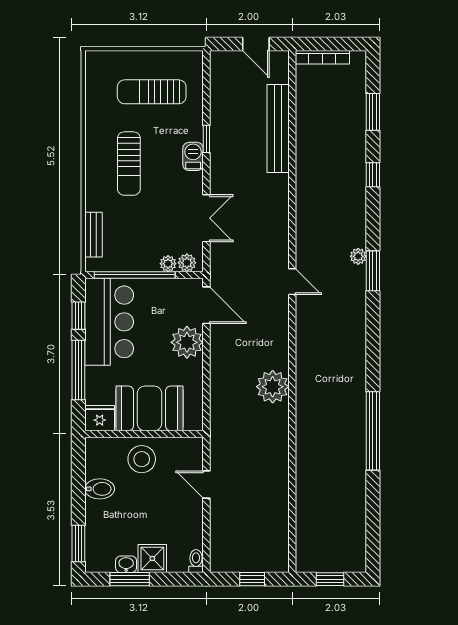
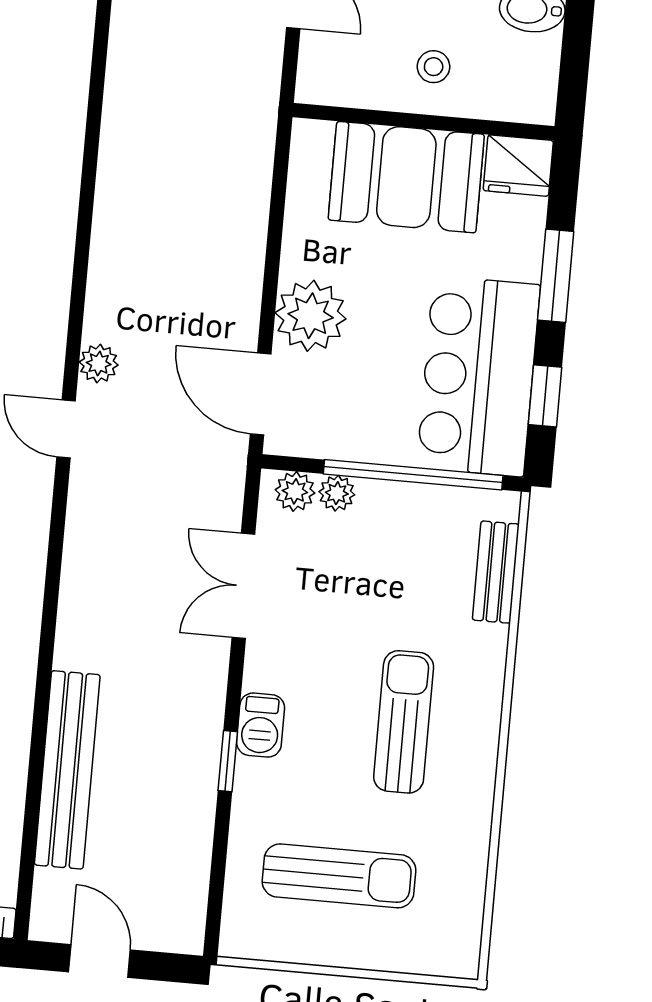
window: (78, 370) -> (556, 276), width x0.69
plant: (273, 387) -> (99, 363), moved, width x0.53, depth x0.53
stool: (142, 459) -> (434, 67), width x0.53, depth x0.53

